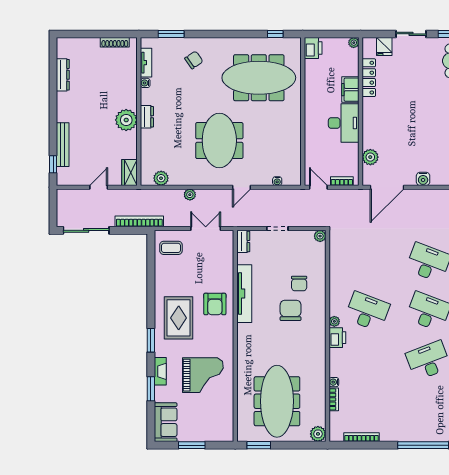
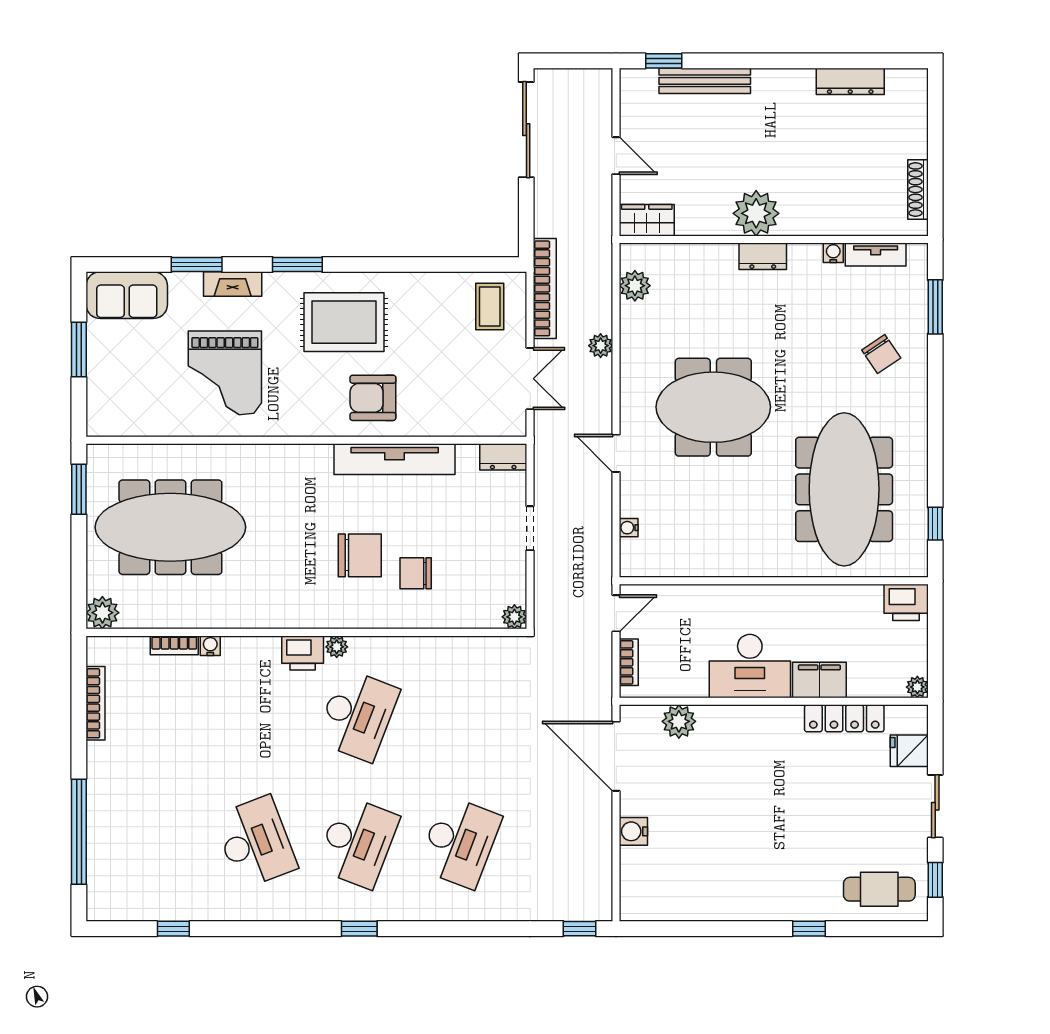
bookcase: (139, 221) -> (545, 288), moved

